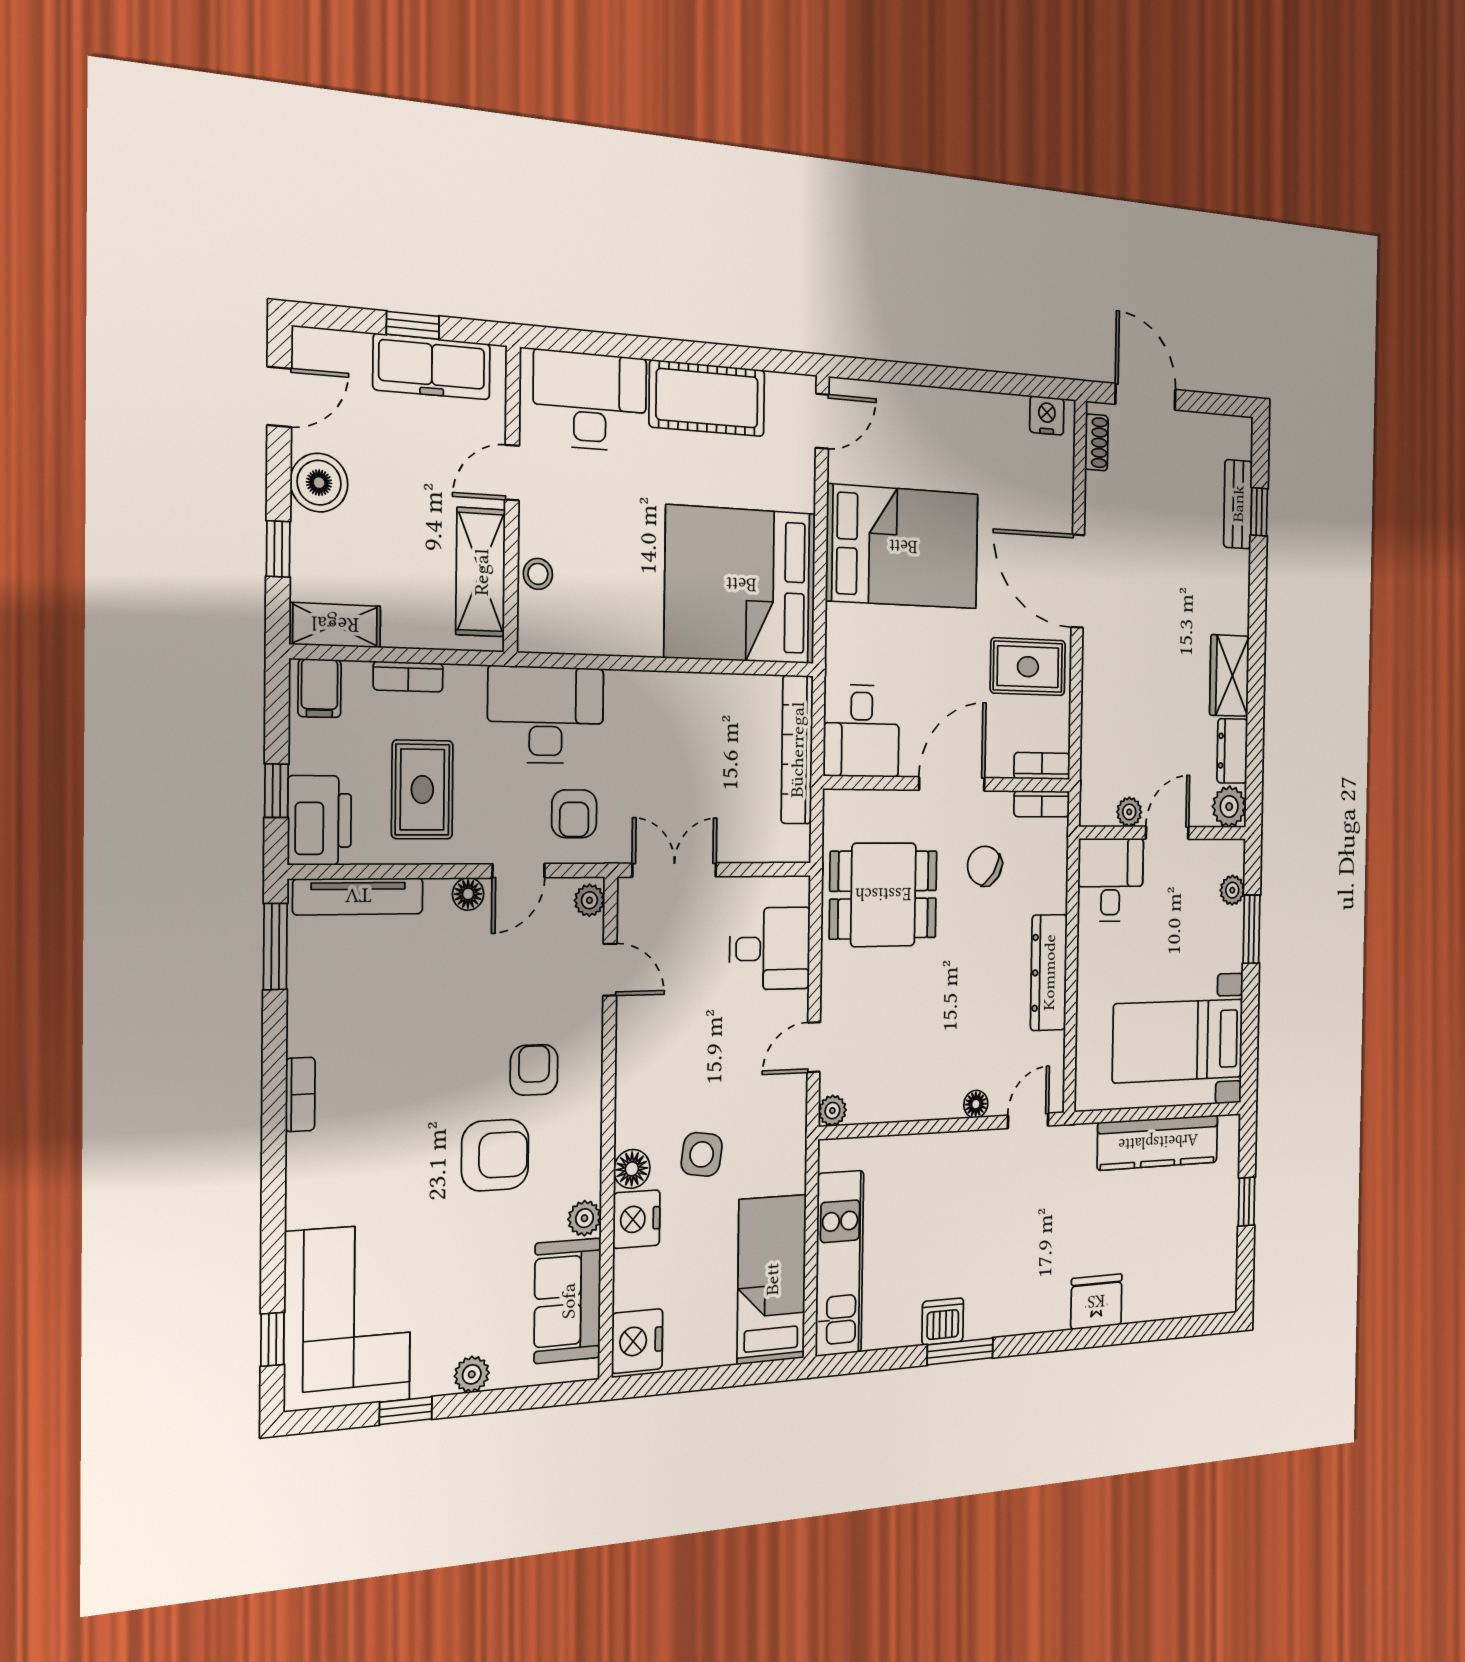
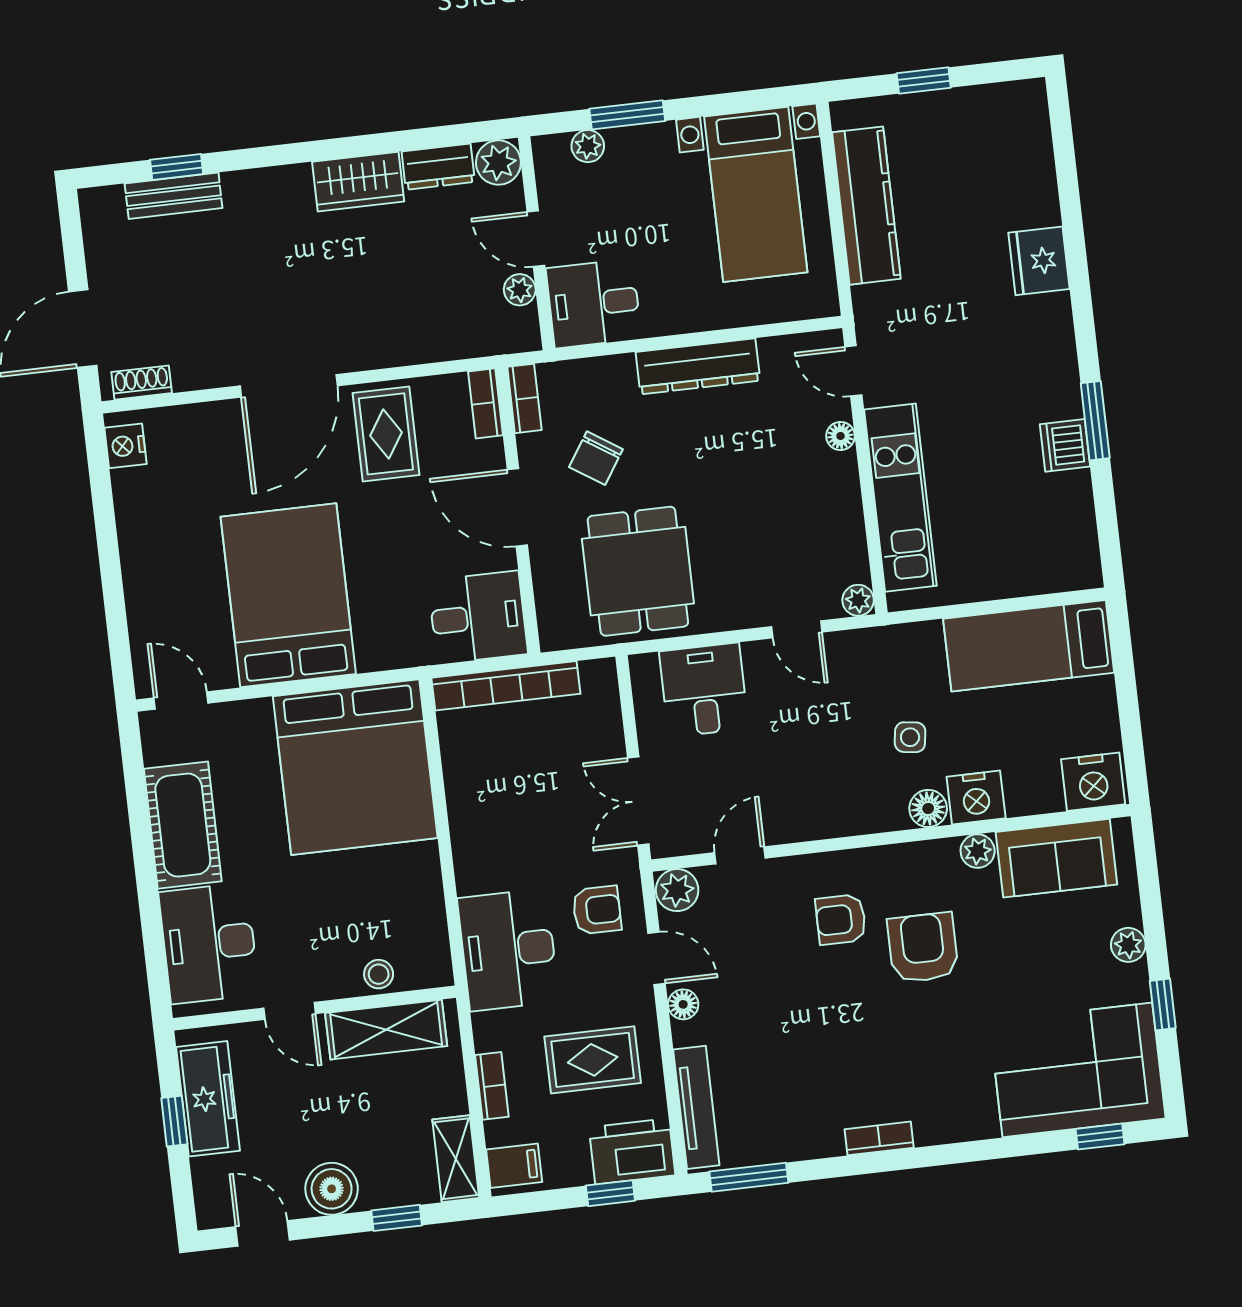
plant: (589, 900) -> (677, 890), width x1.38, depth x1.38
side table: (702, 1154) -> (910, 737), width x0.73, depth x0.73
kitchen unit: (840, 1263) -> (900, 498), moved, turned 90

